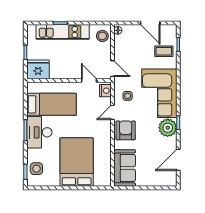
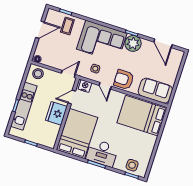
fridge: (38, 69) -> (56, 113), moved
bed: (51, 104) -> (77, 134), width x1.50
bed: (77, 162) -> (142, 116), moved

